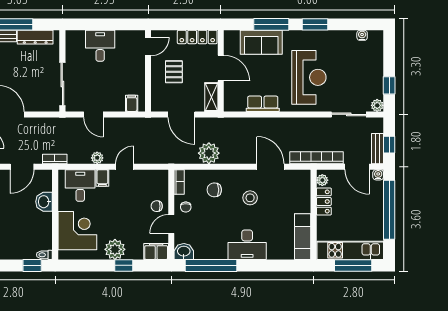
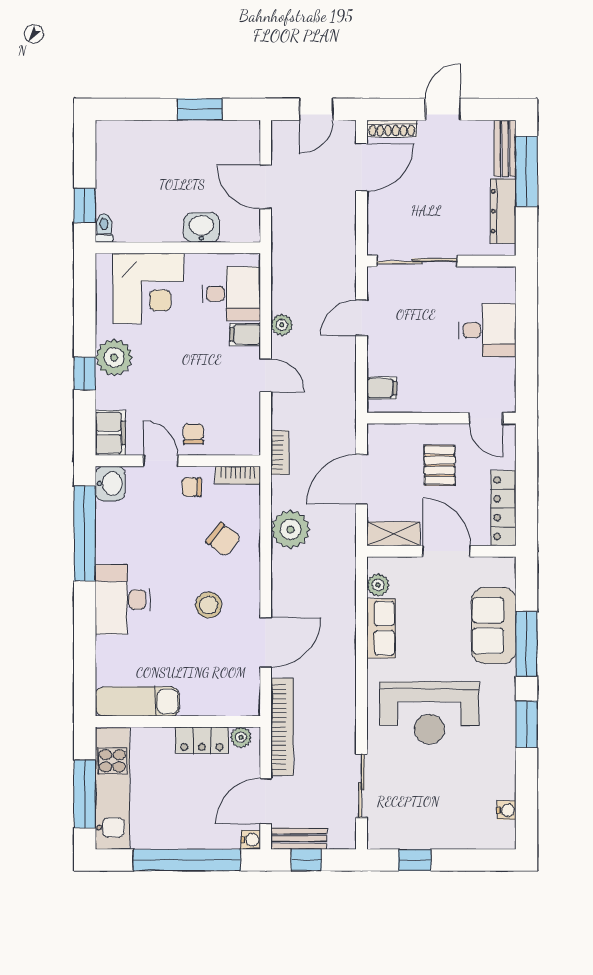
door: (221, 68) -> (447, 551), swing flipped
pallet: (174, 72) -> (440, 465), turned 90
plant: (377, 105) -> (378, 585), moved
bookcase: (55, 159) -> (280, 453), moved
chair: (214, 190) -> (223, 539), turned 127

